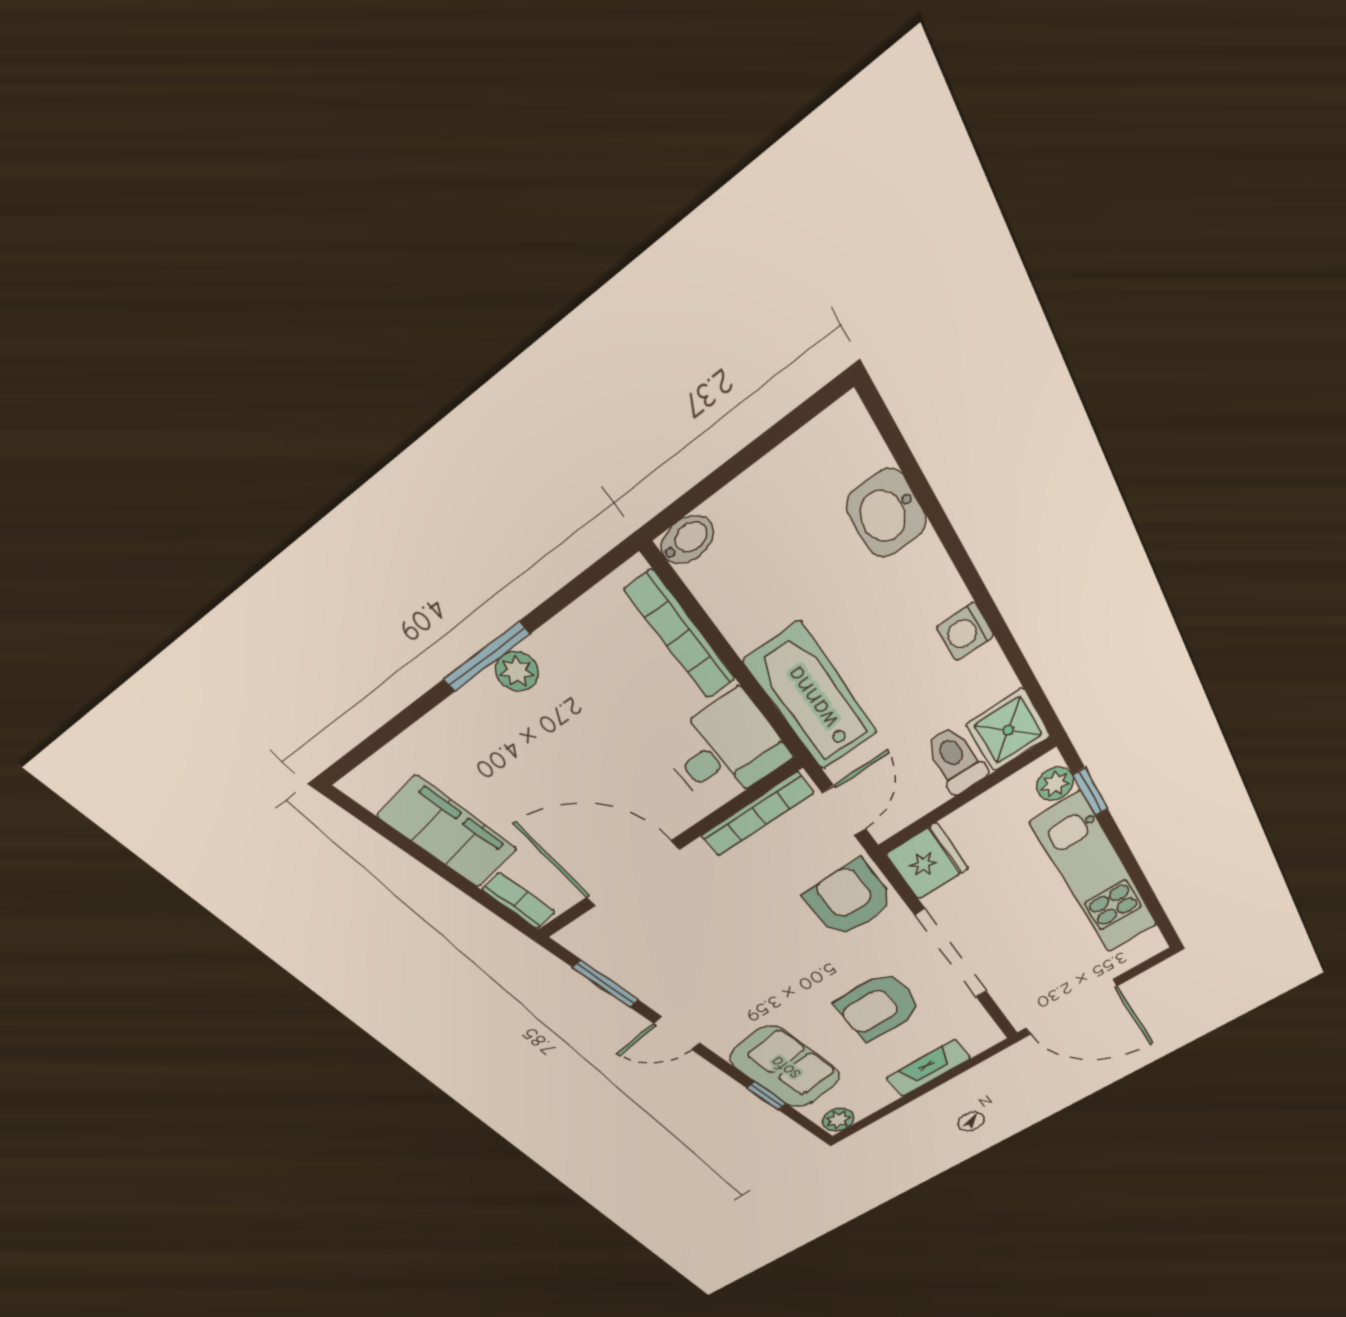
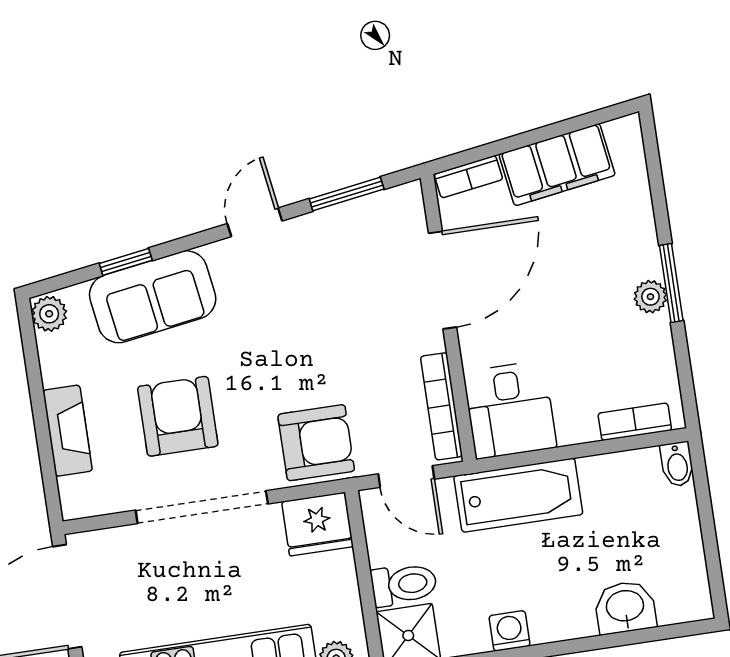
bookcase: (681, 635) -> (635, 422), width x0.64

